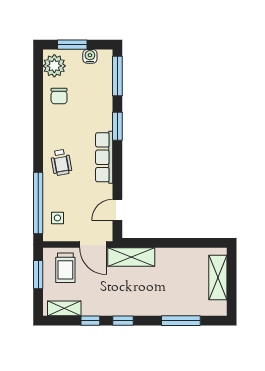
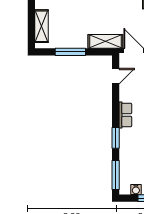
row of seats: (104, 157) -> (125, 115), width x0.68
window: (179, 243) -> (70, 52), added

